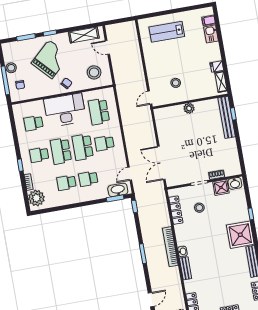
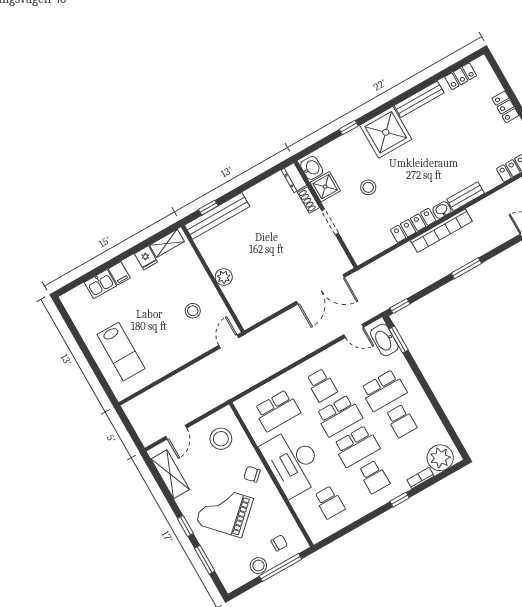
filing cabinet: (209, 20) -> (119, 273), moved
door: (150, 98) -> (229, 341), swing flipped
dresser: (233, 171) -> (294, 178), added
school desk: (88, 179) -> (384, 390), width x1.85
stool: (199, 208) -> (368, 187), moved
locker: (176, 210) -> (413, 225), moved

